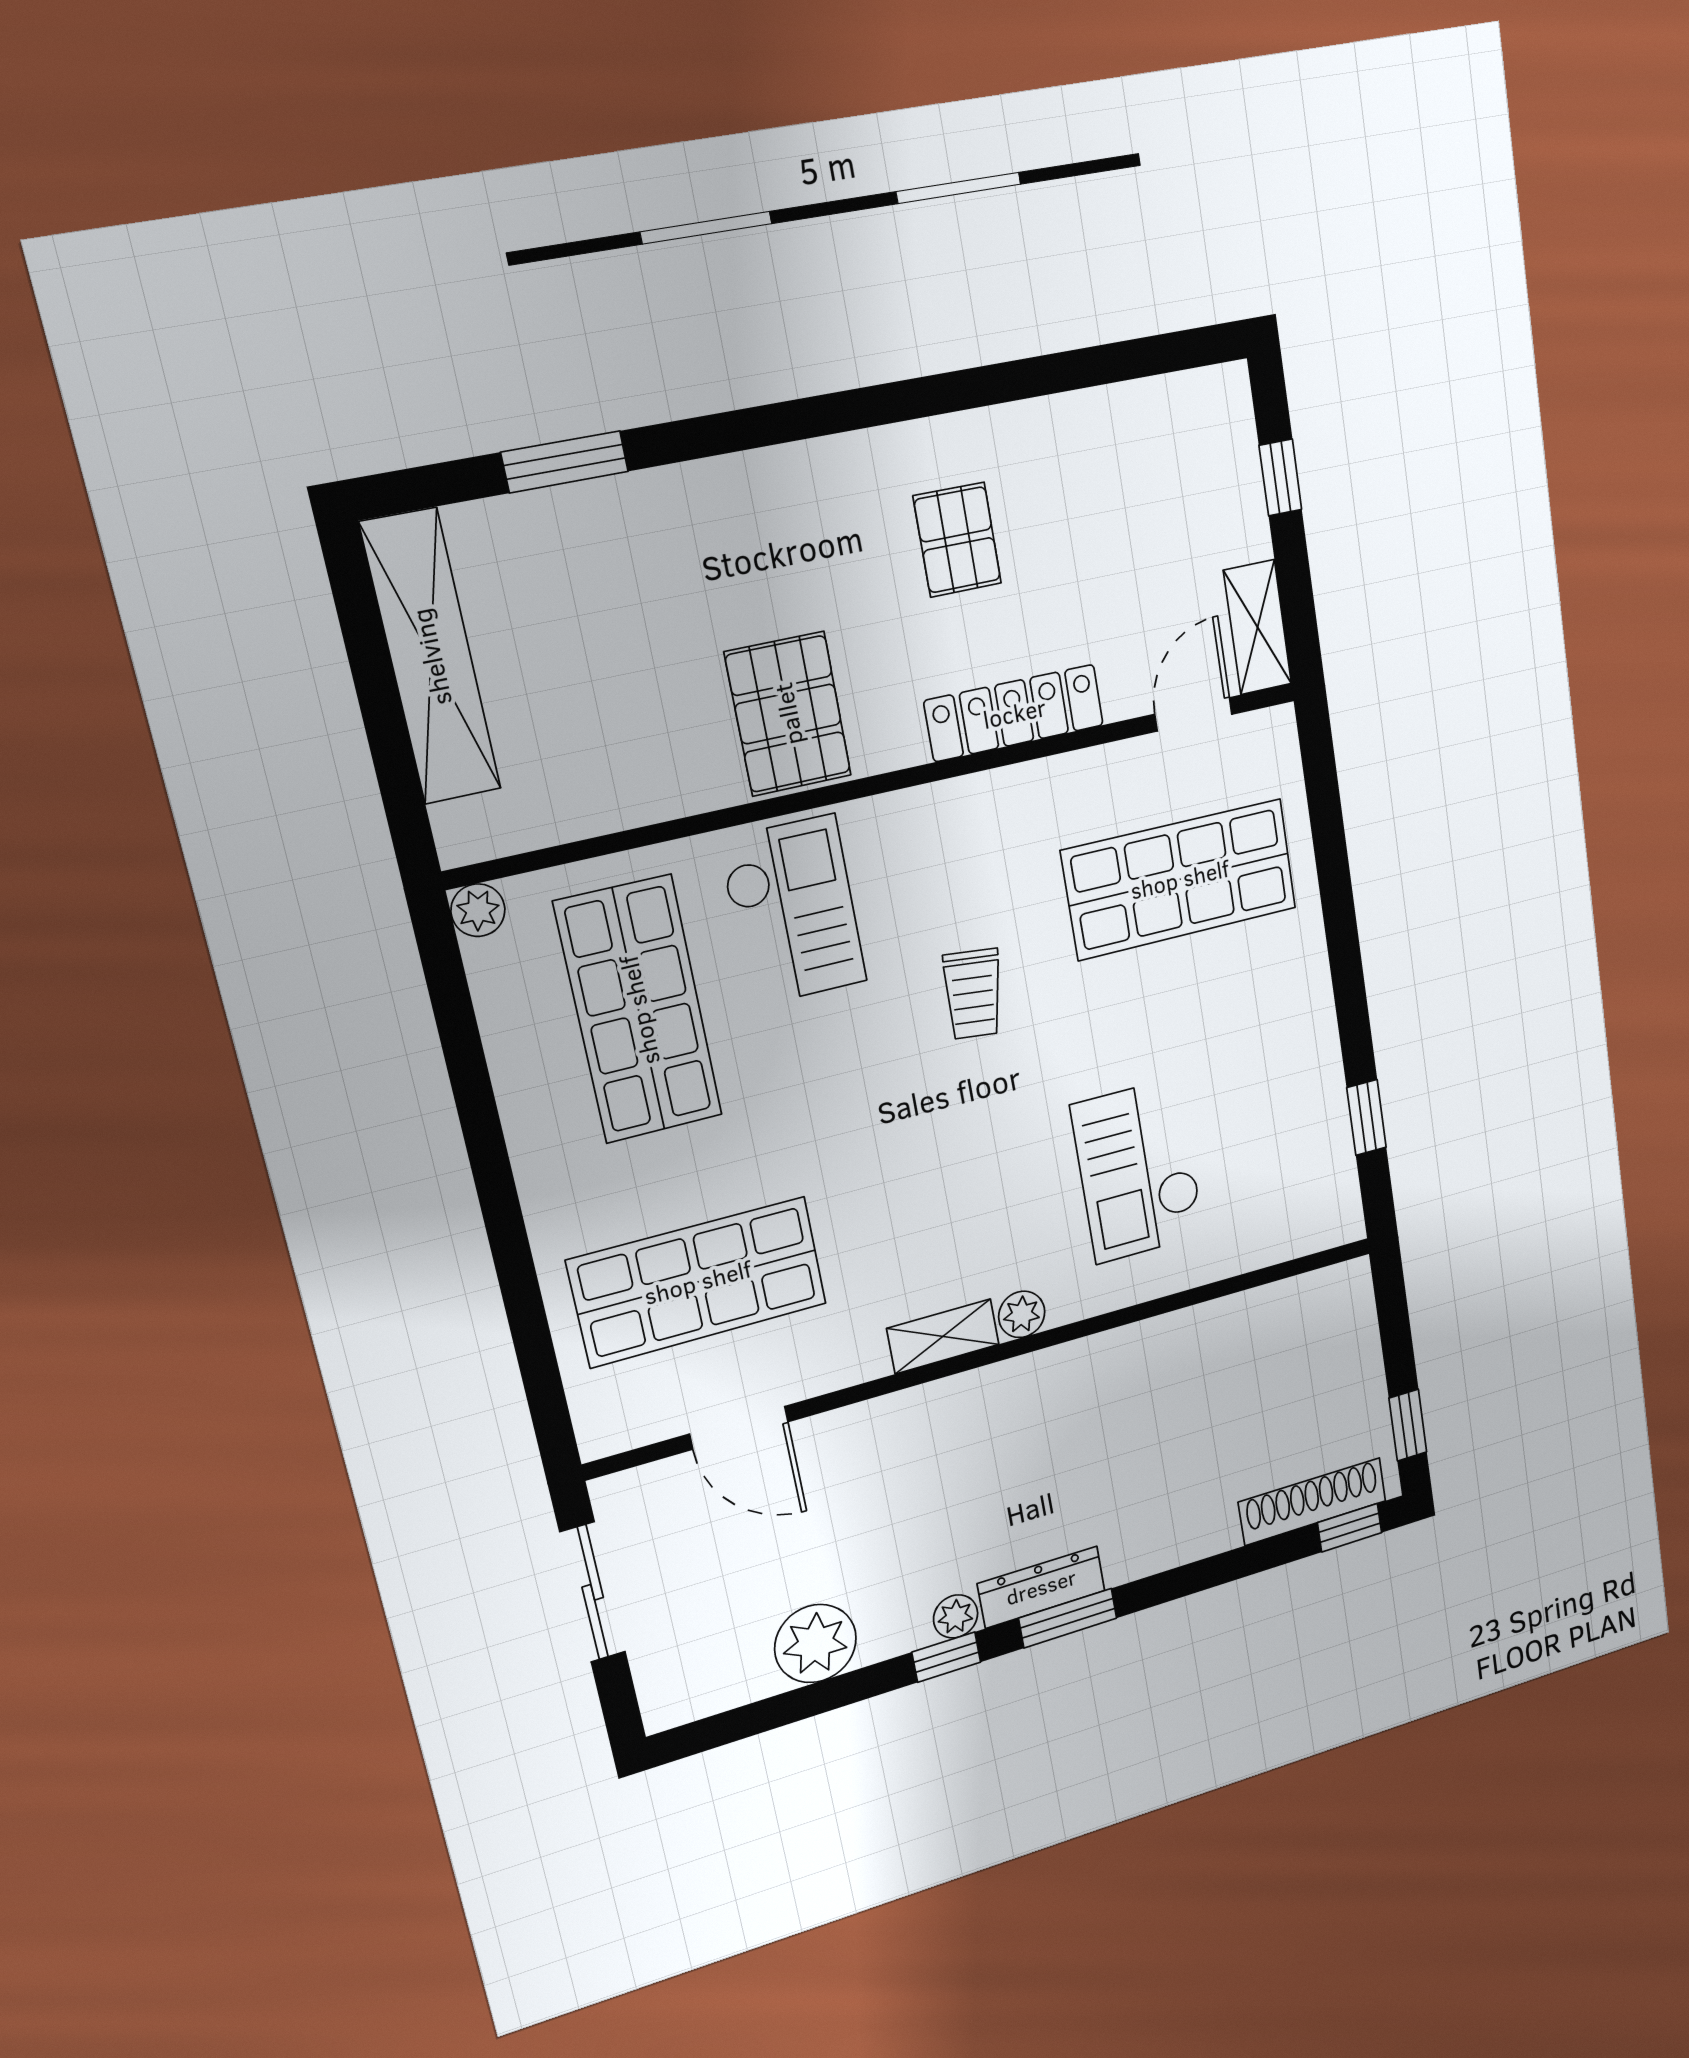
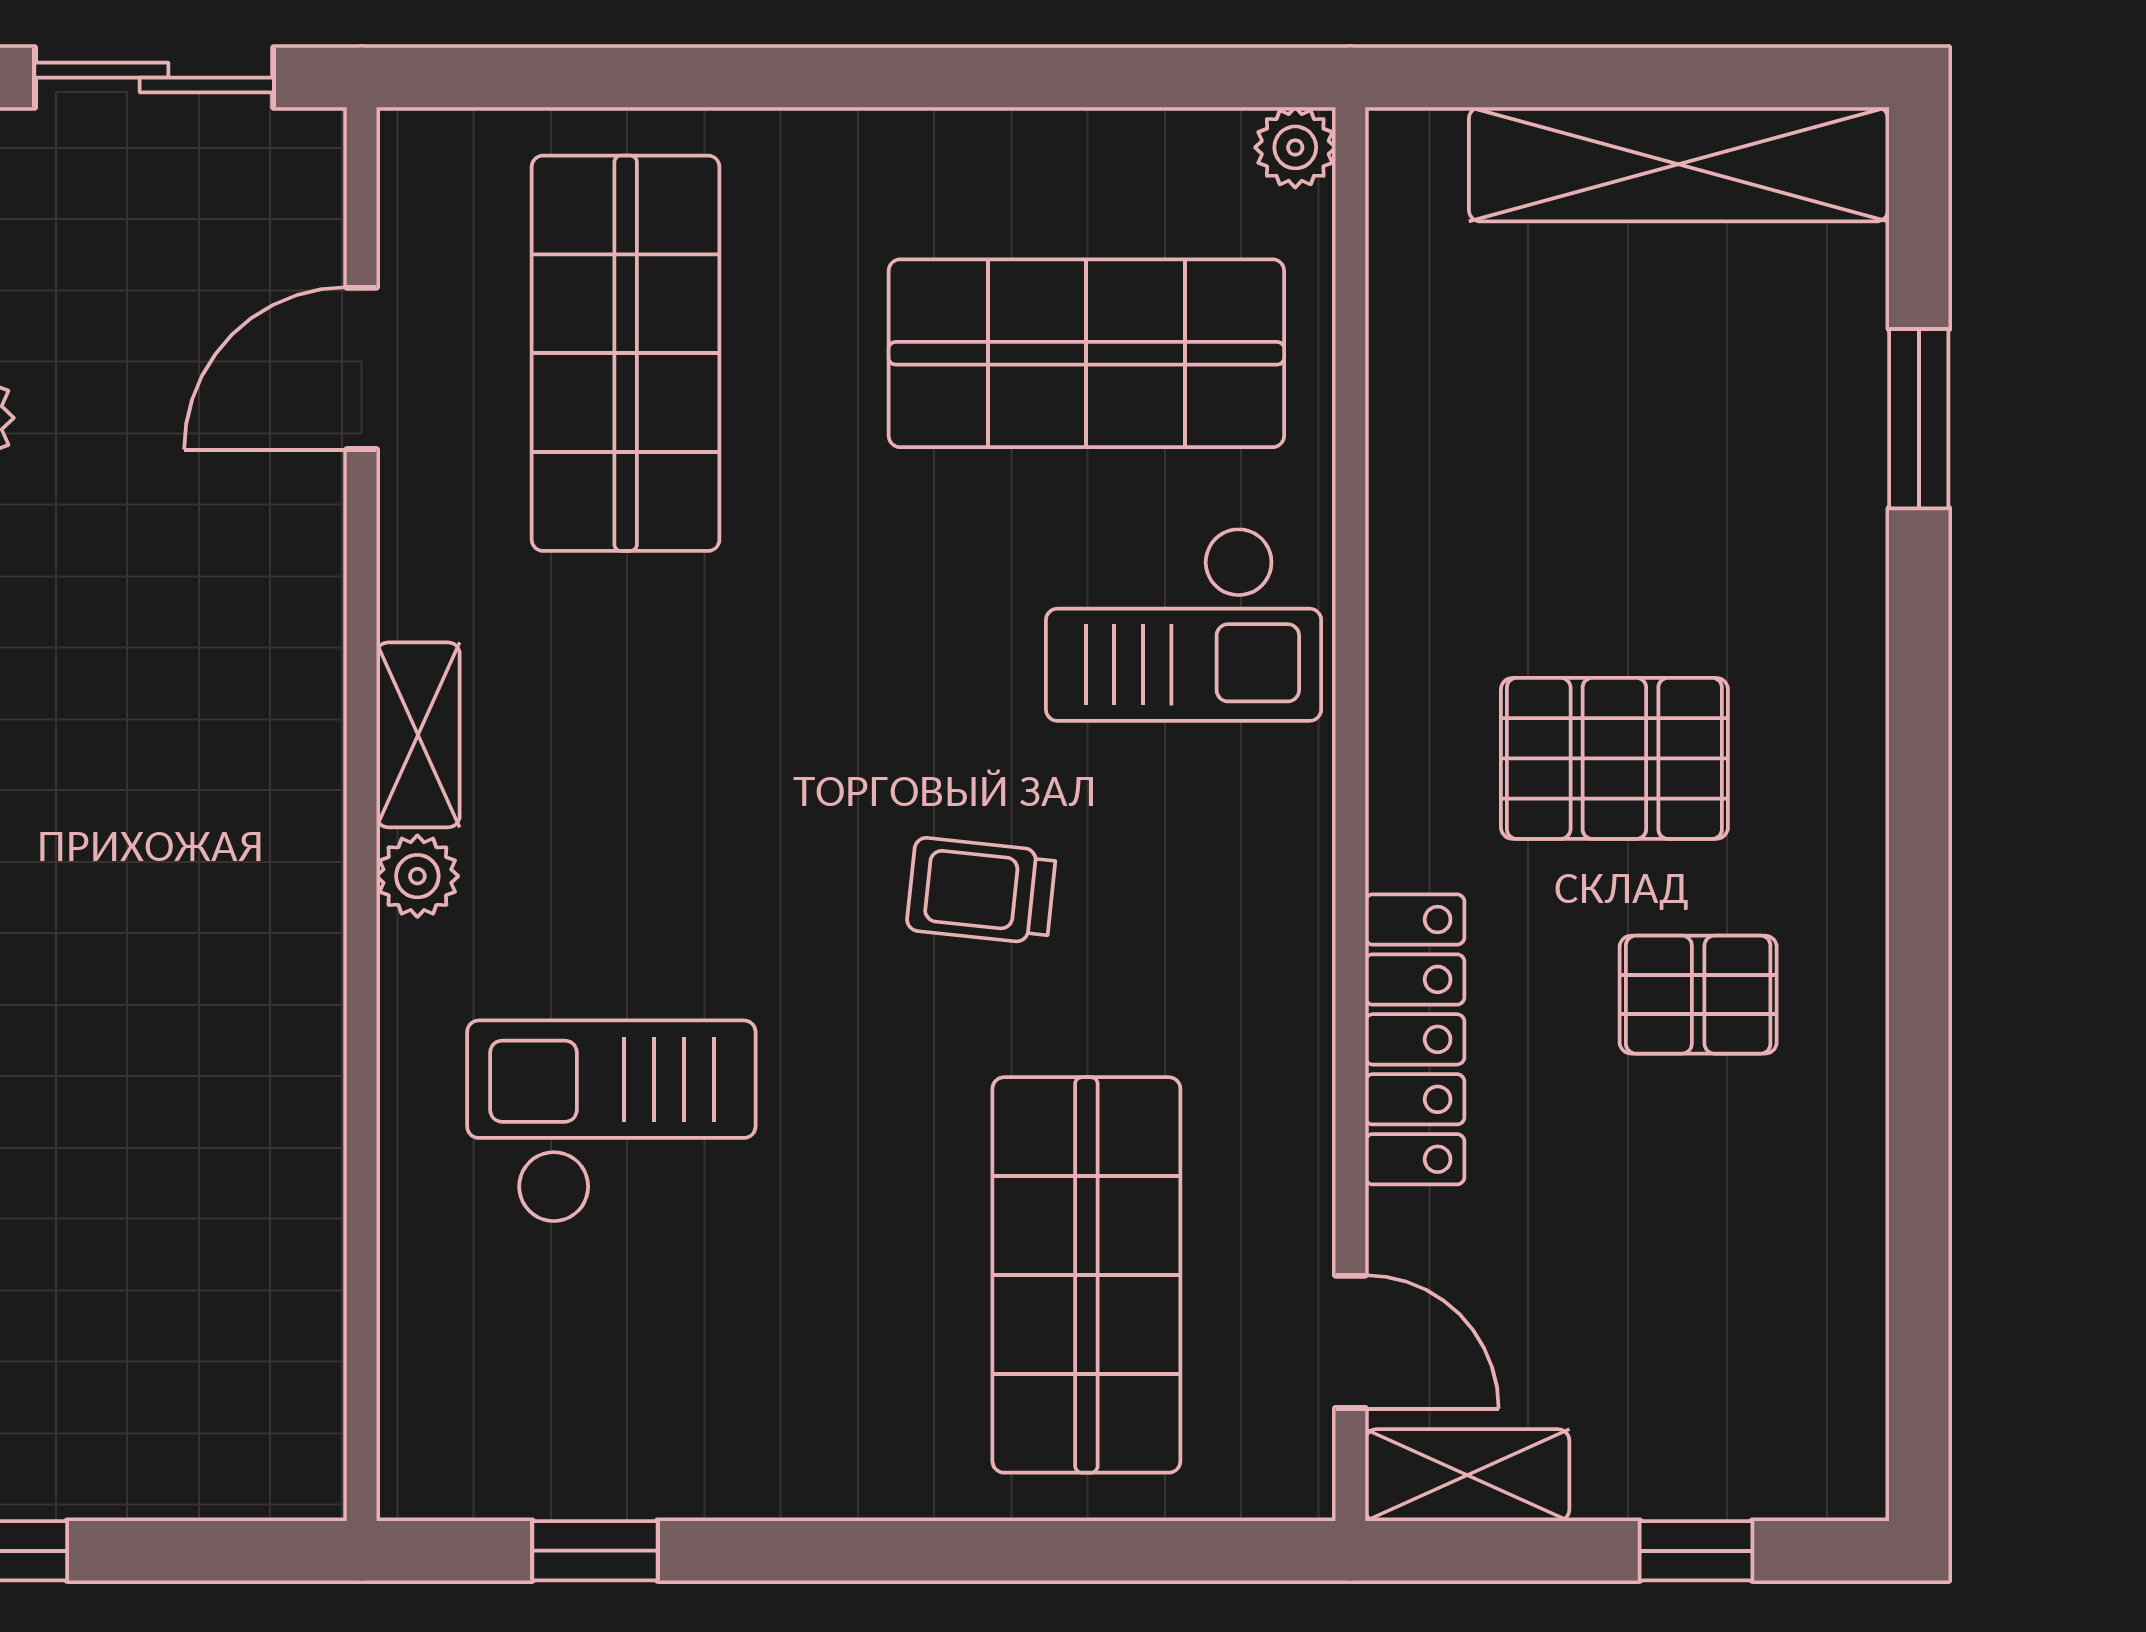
pallet: (788, 714) -> (1614, 758), moved

